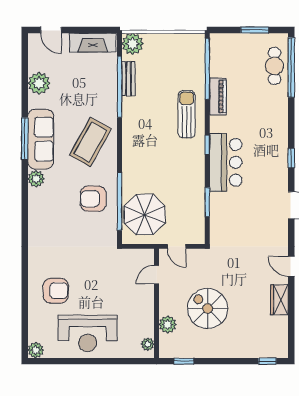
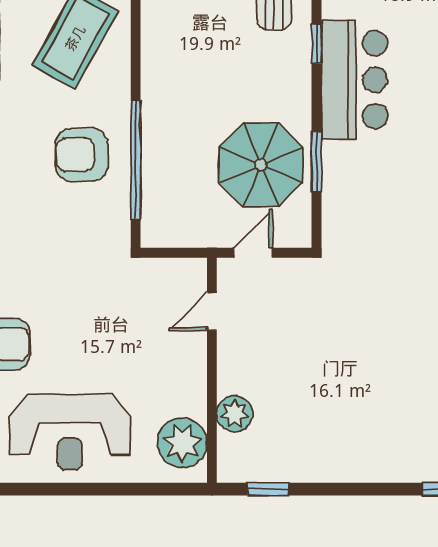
parasol: (145, 215) -> (261, 165), moved
door: (177, 246) -> (253, 253), swing flipped
spiral stairs: (208, 308) -> (317, 381), removed
plant: (148, 344) -> (182, 443), width x1.88, depth x1.88

